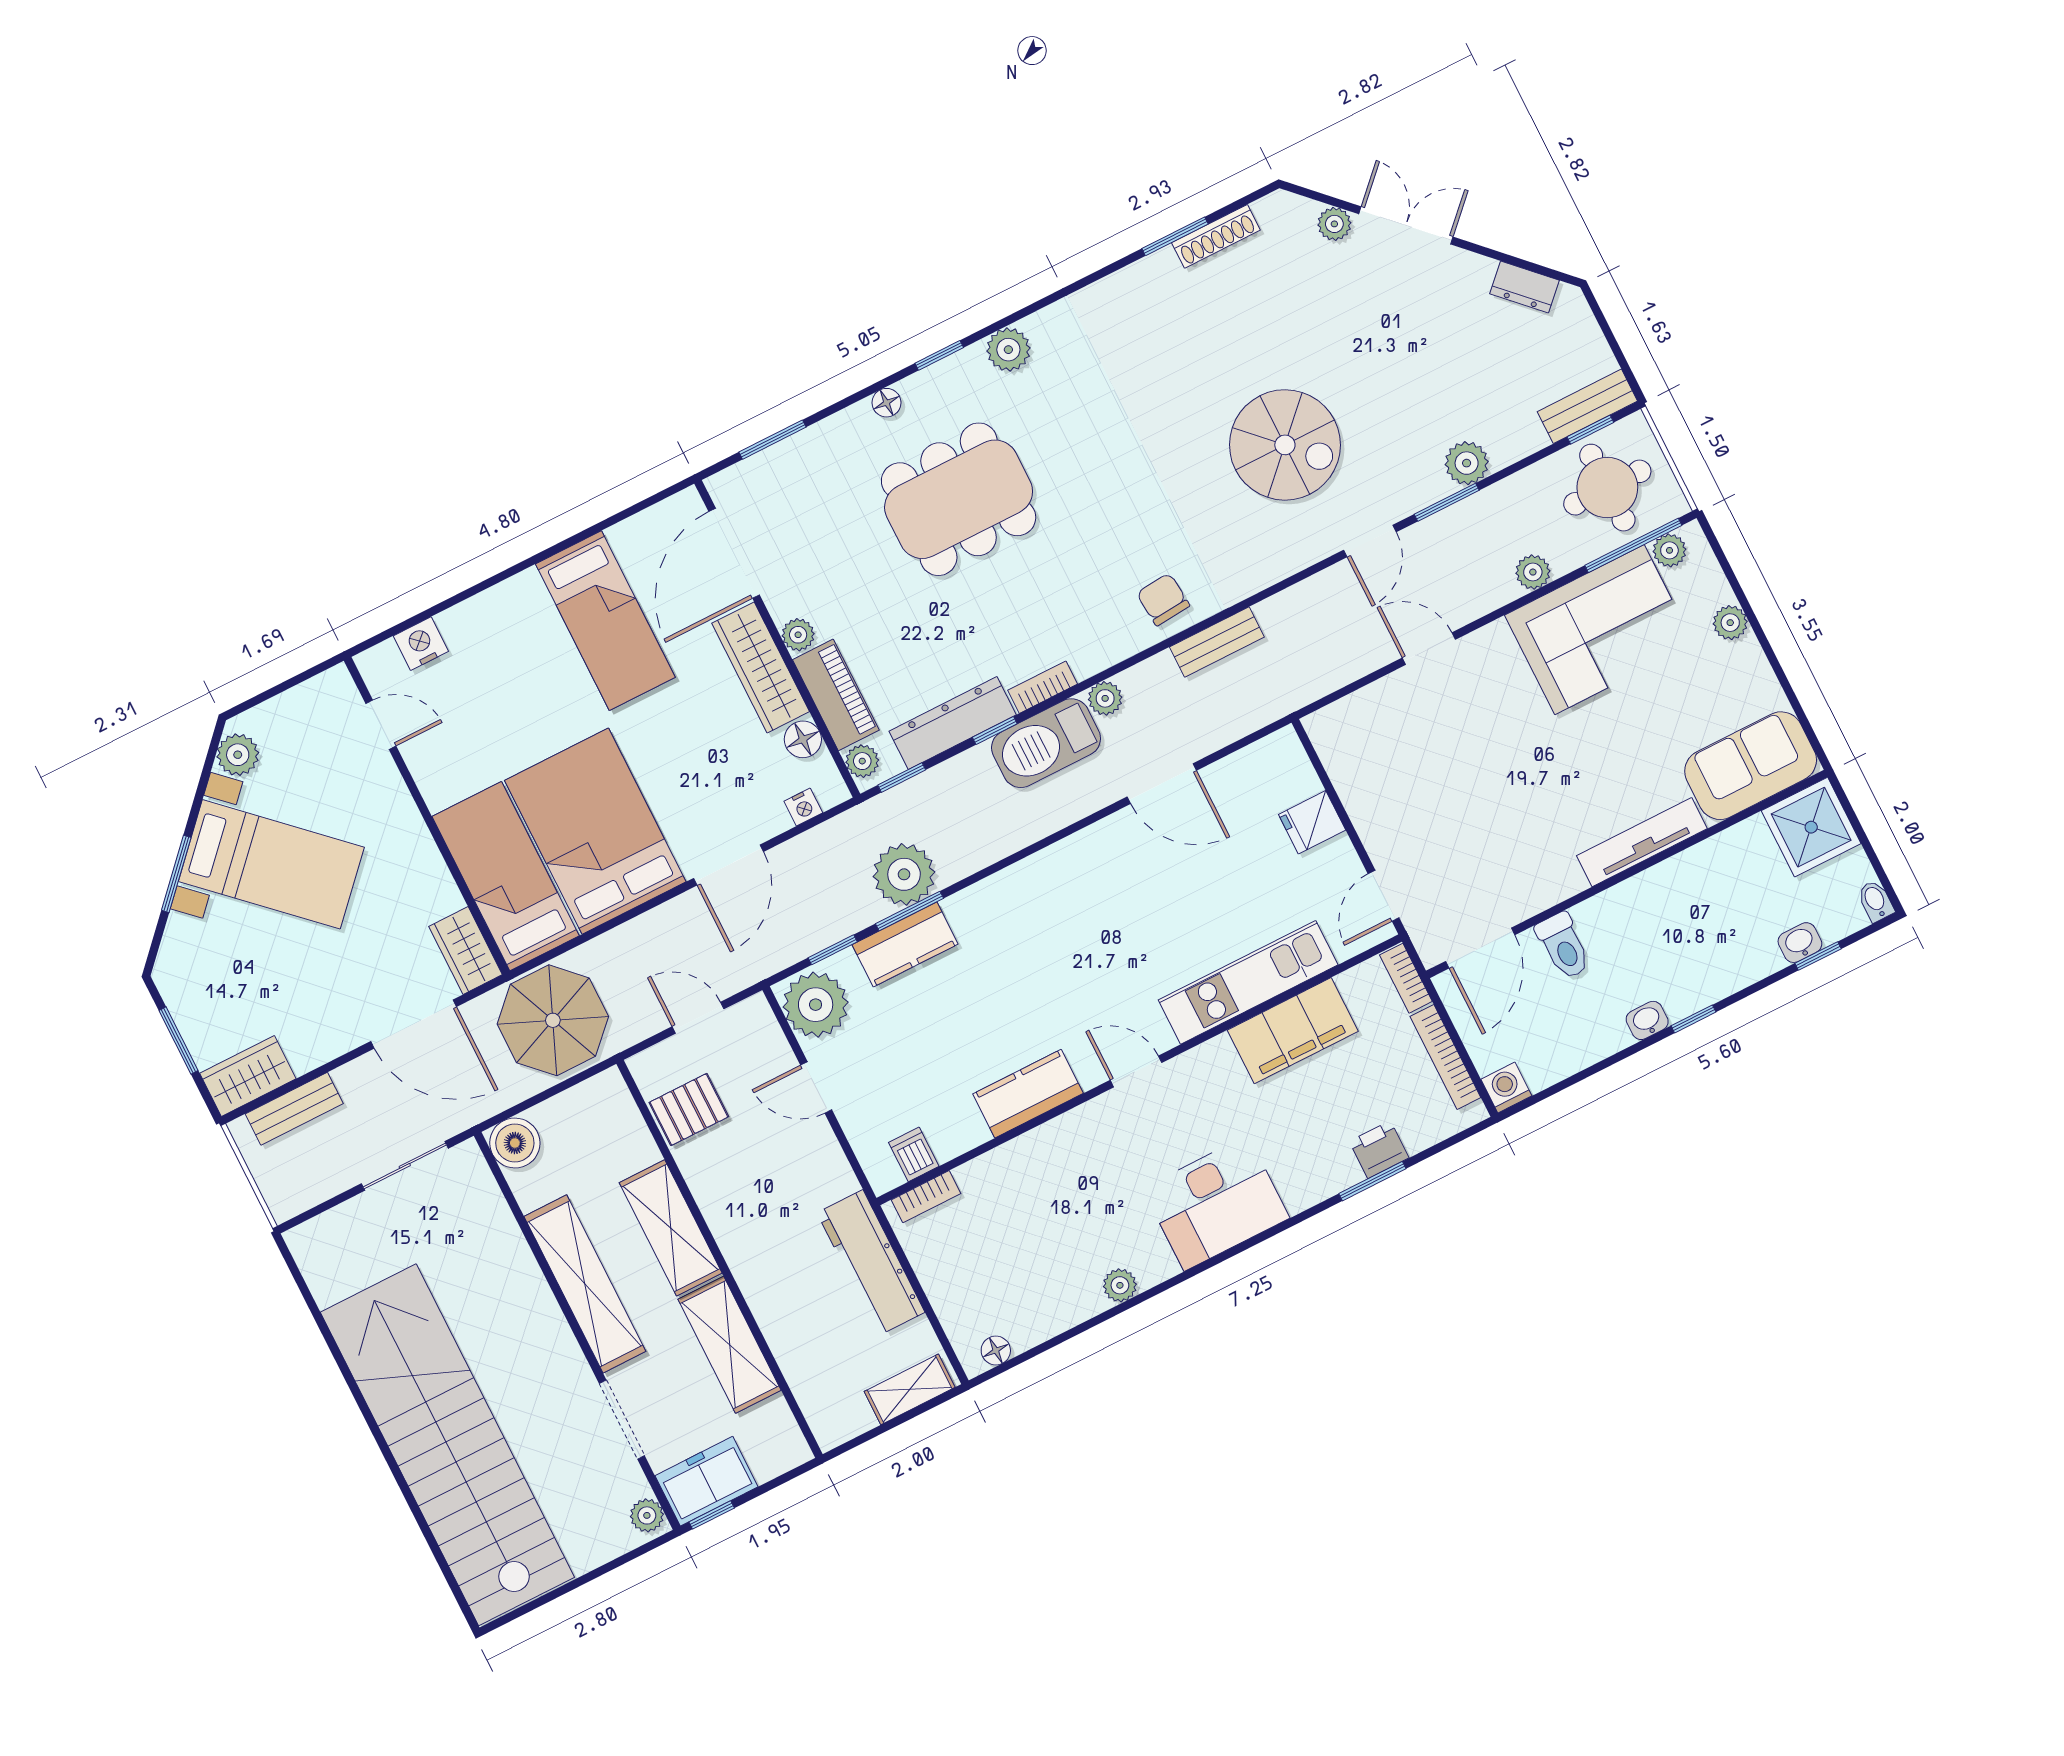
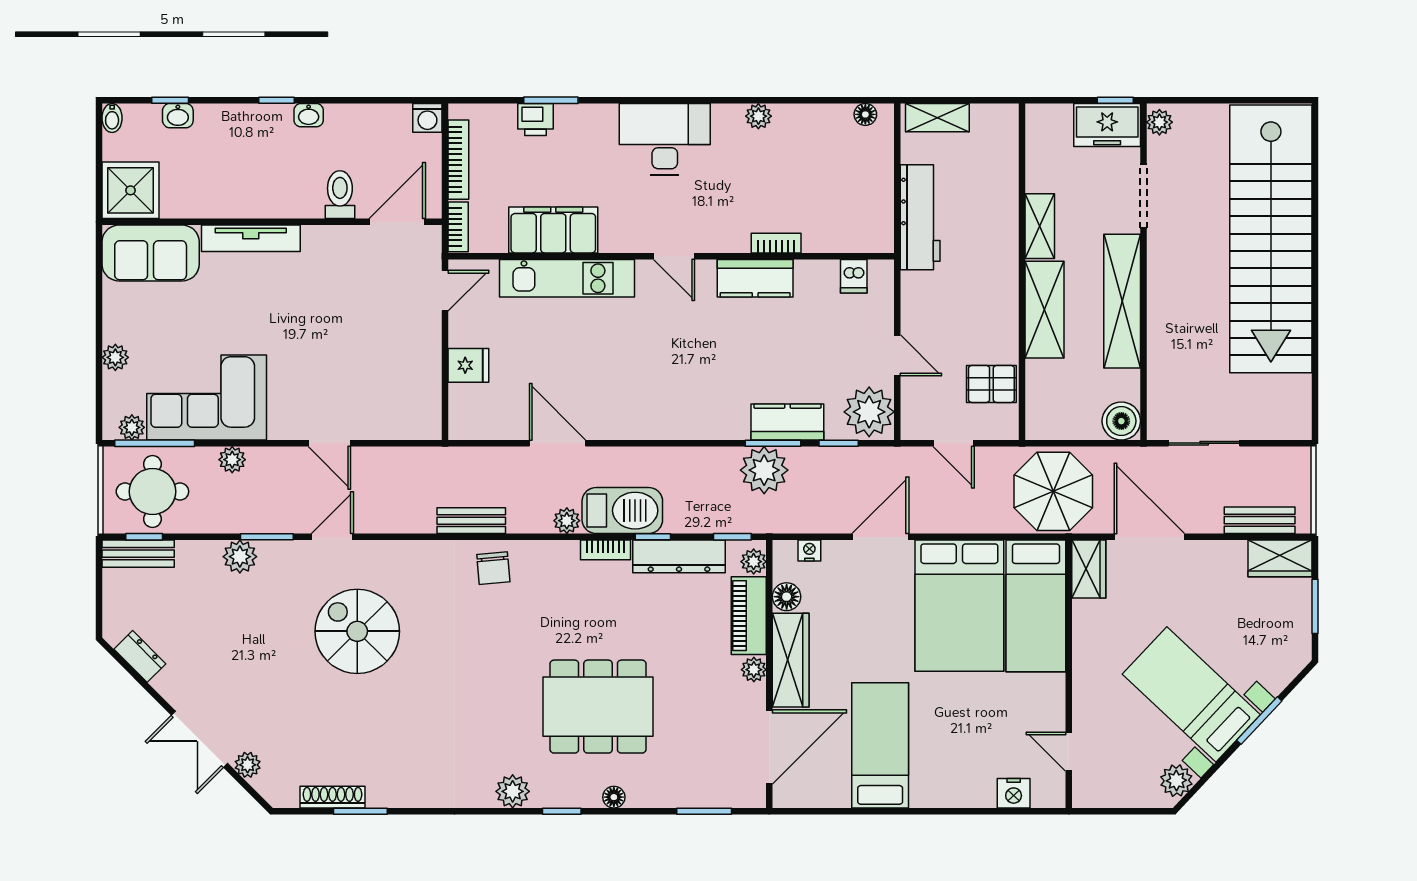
bookcase: (926, 1197) -> (776, 243), moved
shelving: (730, 1345) -> (1040, 226), width x0.67, depth x0.75

